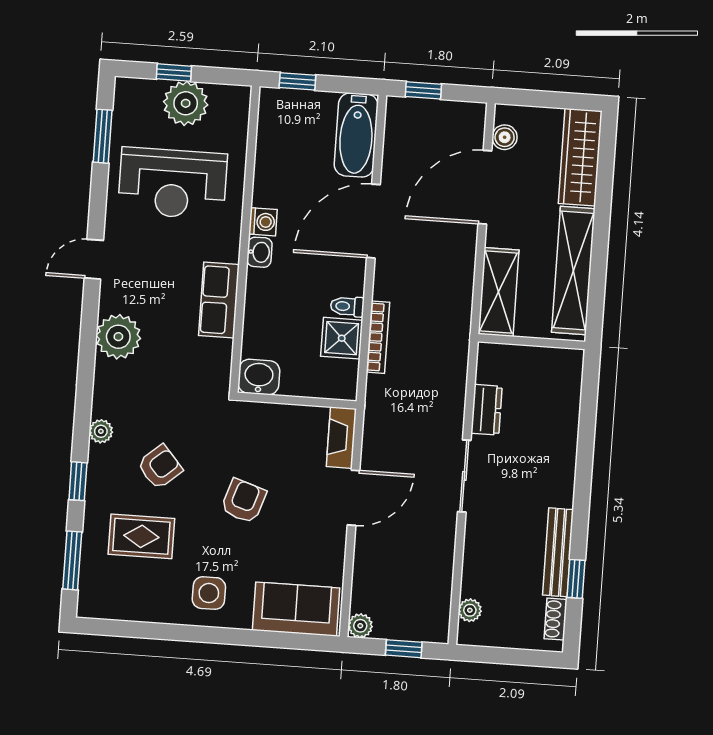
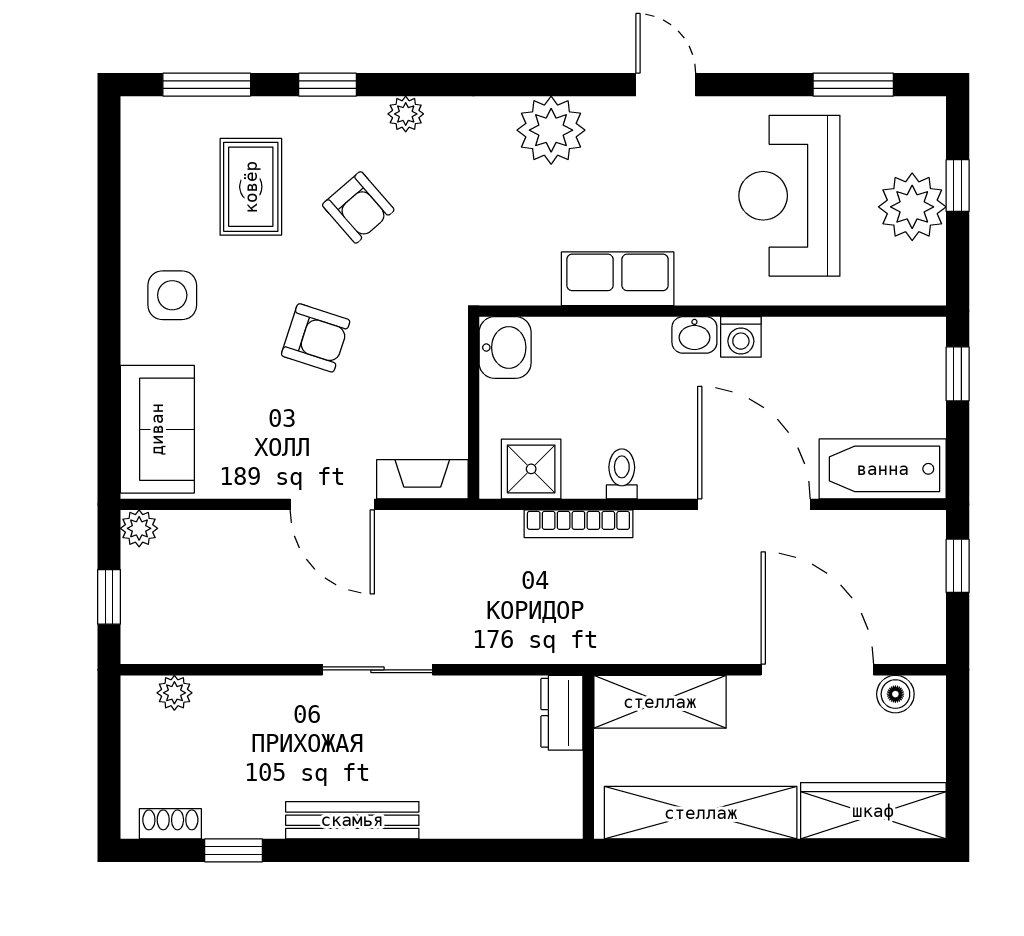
shower: (342, 338) -> (531, 469), moved
dresser: (487, 410) -> (562, 713), moved, turned 90
bench: (558, 552) -> (352, 820), moved

